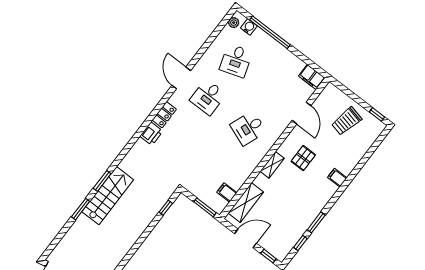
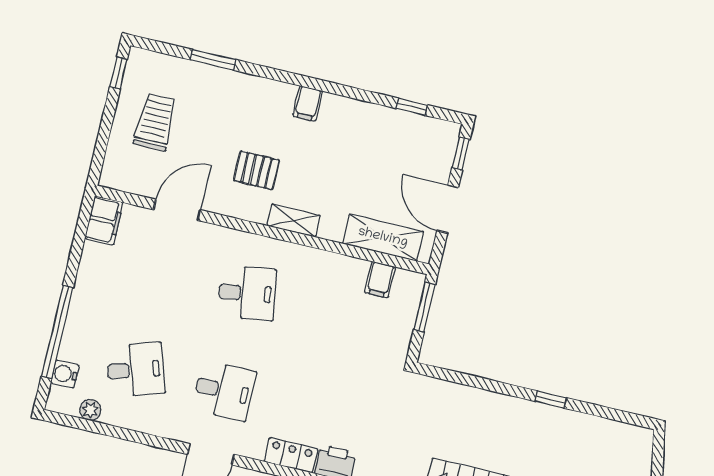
plant: (234, 23) -> (90, 410), moved
trolley: (347, 121) -> (155, 122), turned -103
desk: (248, 128) -> (247, 293), turned -30
filing cabinet: (337, 178) -> (308, 103), moved
window: (166, 208) -> (551, 400), moved
window: (316, 222) -> (213, 60), moved

